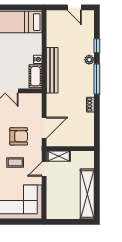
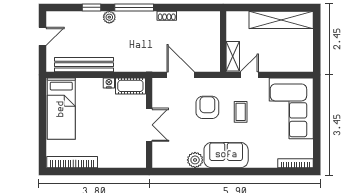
bench: (52, 70) -> (84, 65), moved
door: (44, 128) -> (181, 75), moved
door: (44, 169) -> (249, 75), swing flipped

